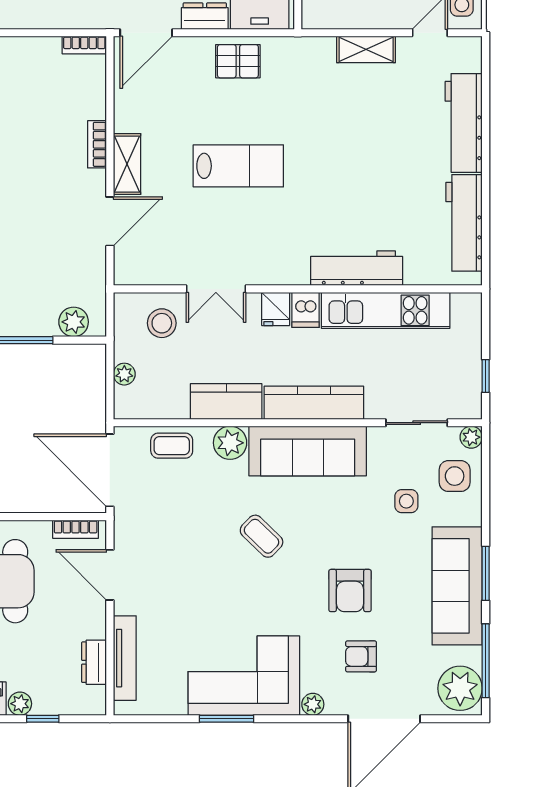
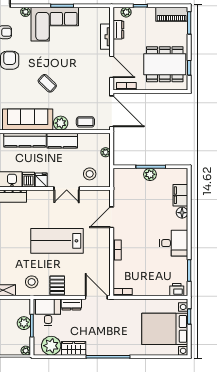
door: (146, 33) -> (96, 297), hinge flipped
pallet: (238, 61) -> (57, 285), turned 90
stool: (298, 69) -> (32, 282), added
shelving: (127, 164) -> (104, 242), removed
lab bench: (238, 166) -> (57, 241), width x1.36, depth x1.39
double door: (216, 289) -> (67, 188), swing flipped
plant: (74, 322) -> (150, 174), moved
tv unit: (125, 658) -> (105, 37), width x0.71
plant: (20, 704) -> (126, 12), moved

